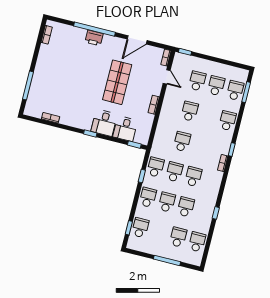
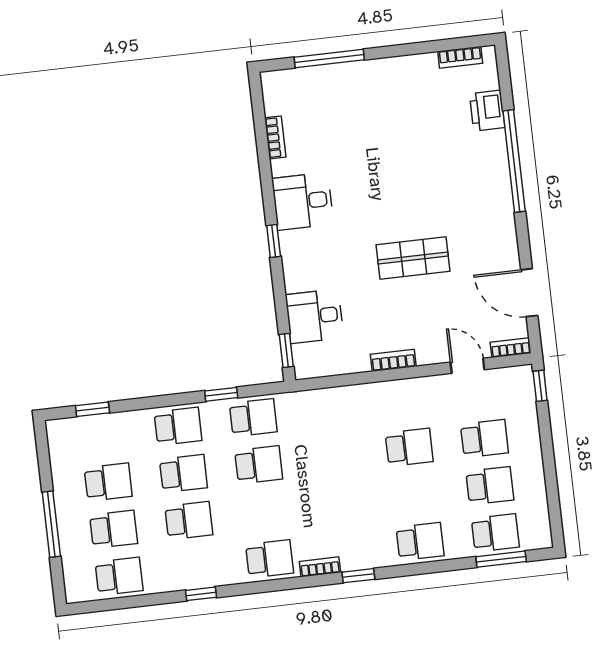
printer: (94, 38) -> (487, 111), moved
door: (137, 40) -> (529, 293), moved
door: (167, 77) -> (467, 366), swing flipped
shop shelf: (117, 82) -> (413, 258), width x0.70, depth x0.74
desk: (104, 123) -> (303, 201), moved
school desk: (182, 142) -> (334, 456), removed
school desk: (193, 177) -> (270, 559), moved
school desk: (140, 228) -> (108, 482), moved

